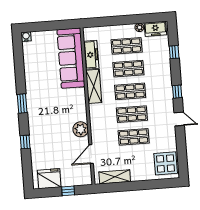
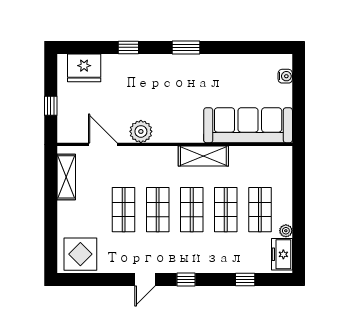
water cooler: (26, 37) -> (285, 76), moved
freezer: (91, 55) -> (251, 156), removed
fridge: (49, 179) -> (84, 68), moved, turned 90

